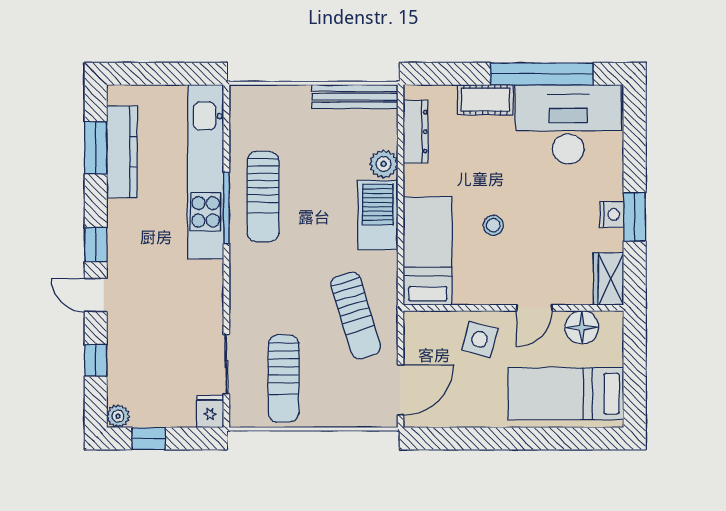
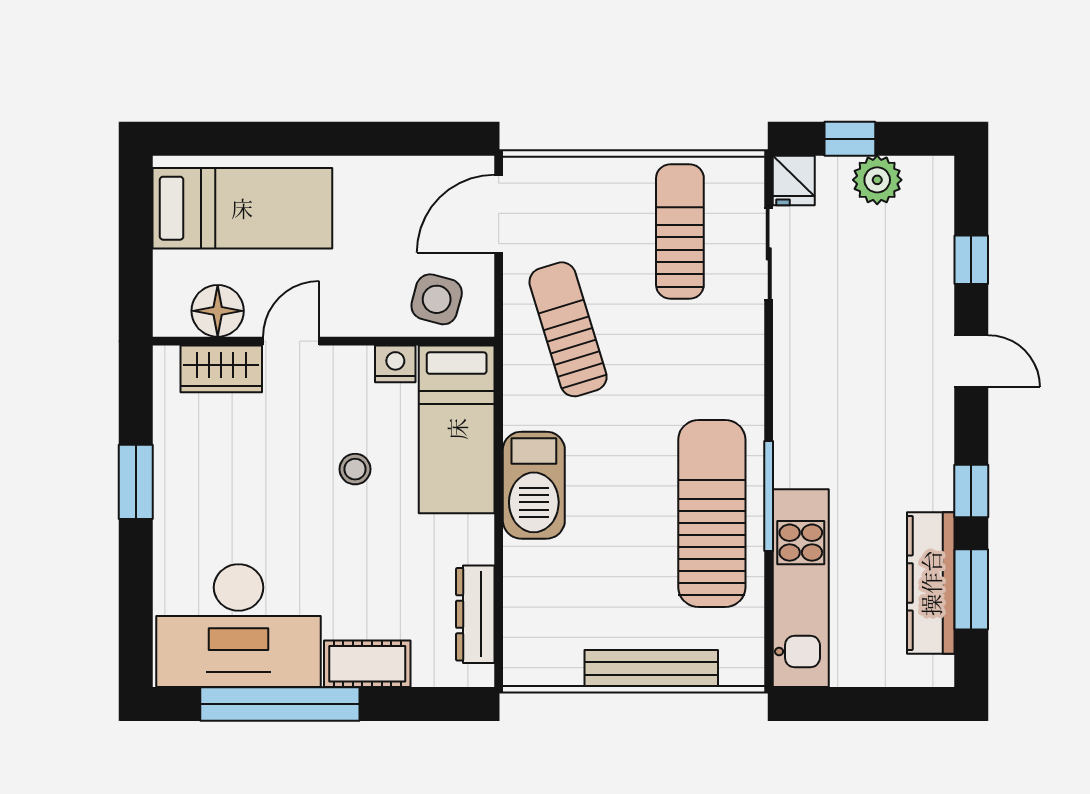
bench: (355, 97) -> (651, 669), moved
plant: (384, 164) -> (525, 564), removed
kitchen unit: (206, 172) -> (801, 588), width x0.73
sun lounger: (263, 197) -> (712, 514), width x1.36, depth x1.34
nightstand: (612, 215) -> (395, 364), moved, turned 90
window: (96, 245) -> (971, 491), moved
wardrobe: (609, 279) -> (221, 369), moved, turned 90
side table: (480, 339) -> (437, 299), moved
plant: (118, 416) -> (877, 180), moved, width x1.38, depth x1.38
window: (149, 438) -> (850, 139), moved

